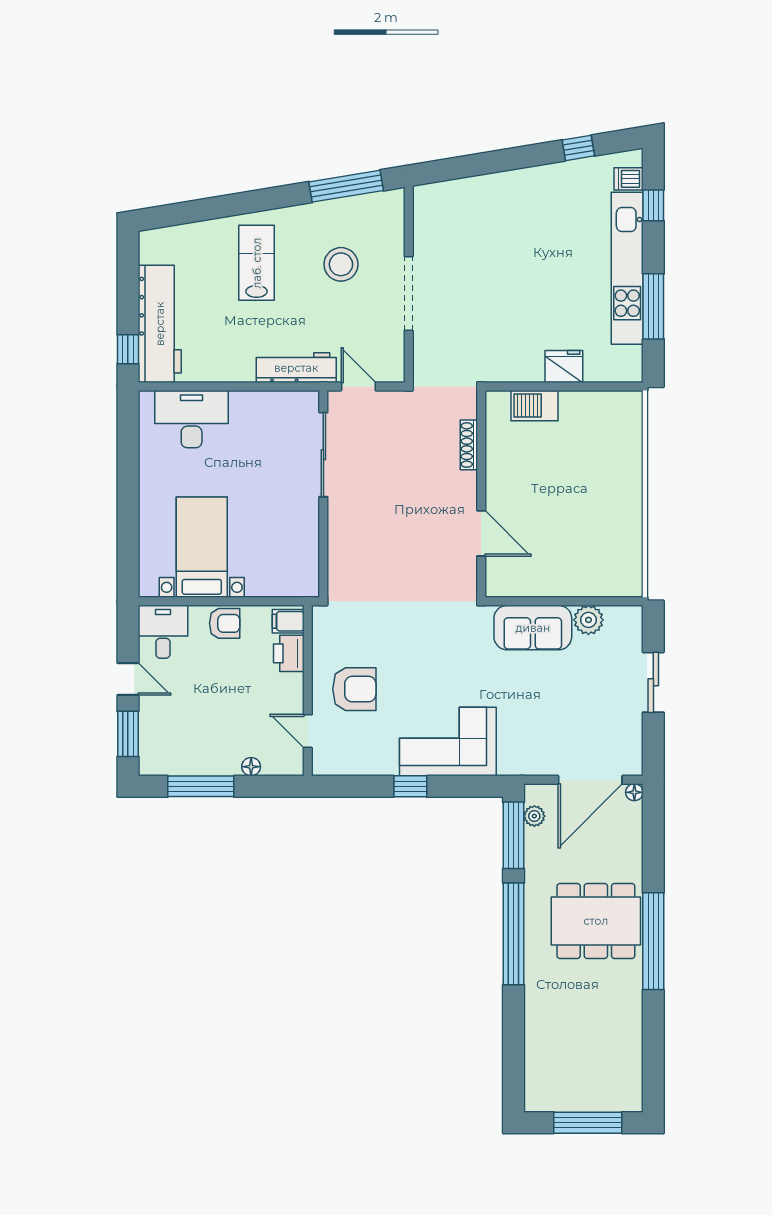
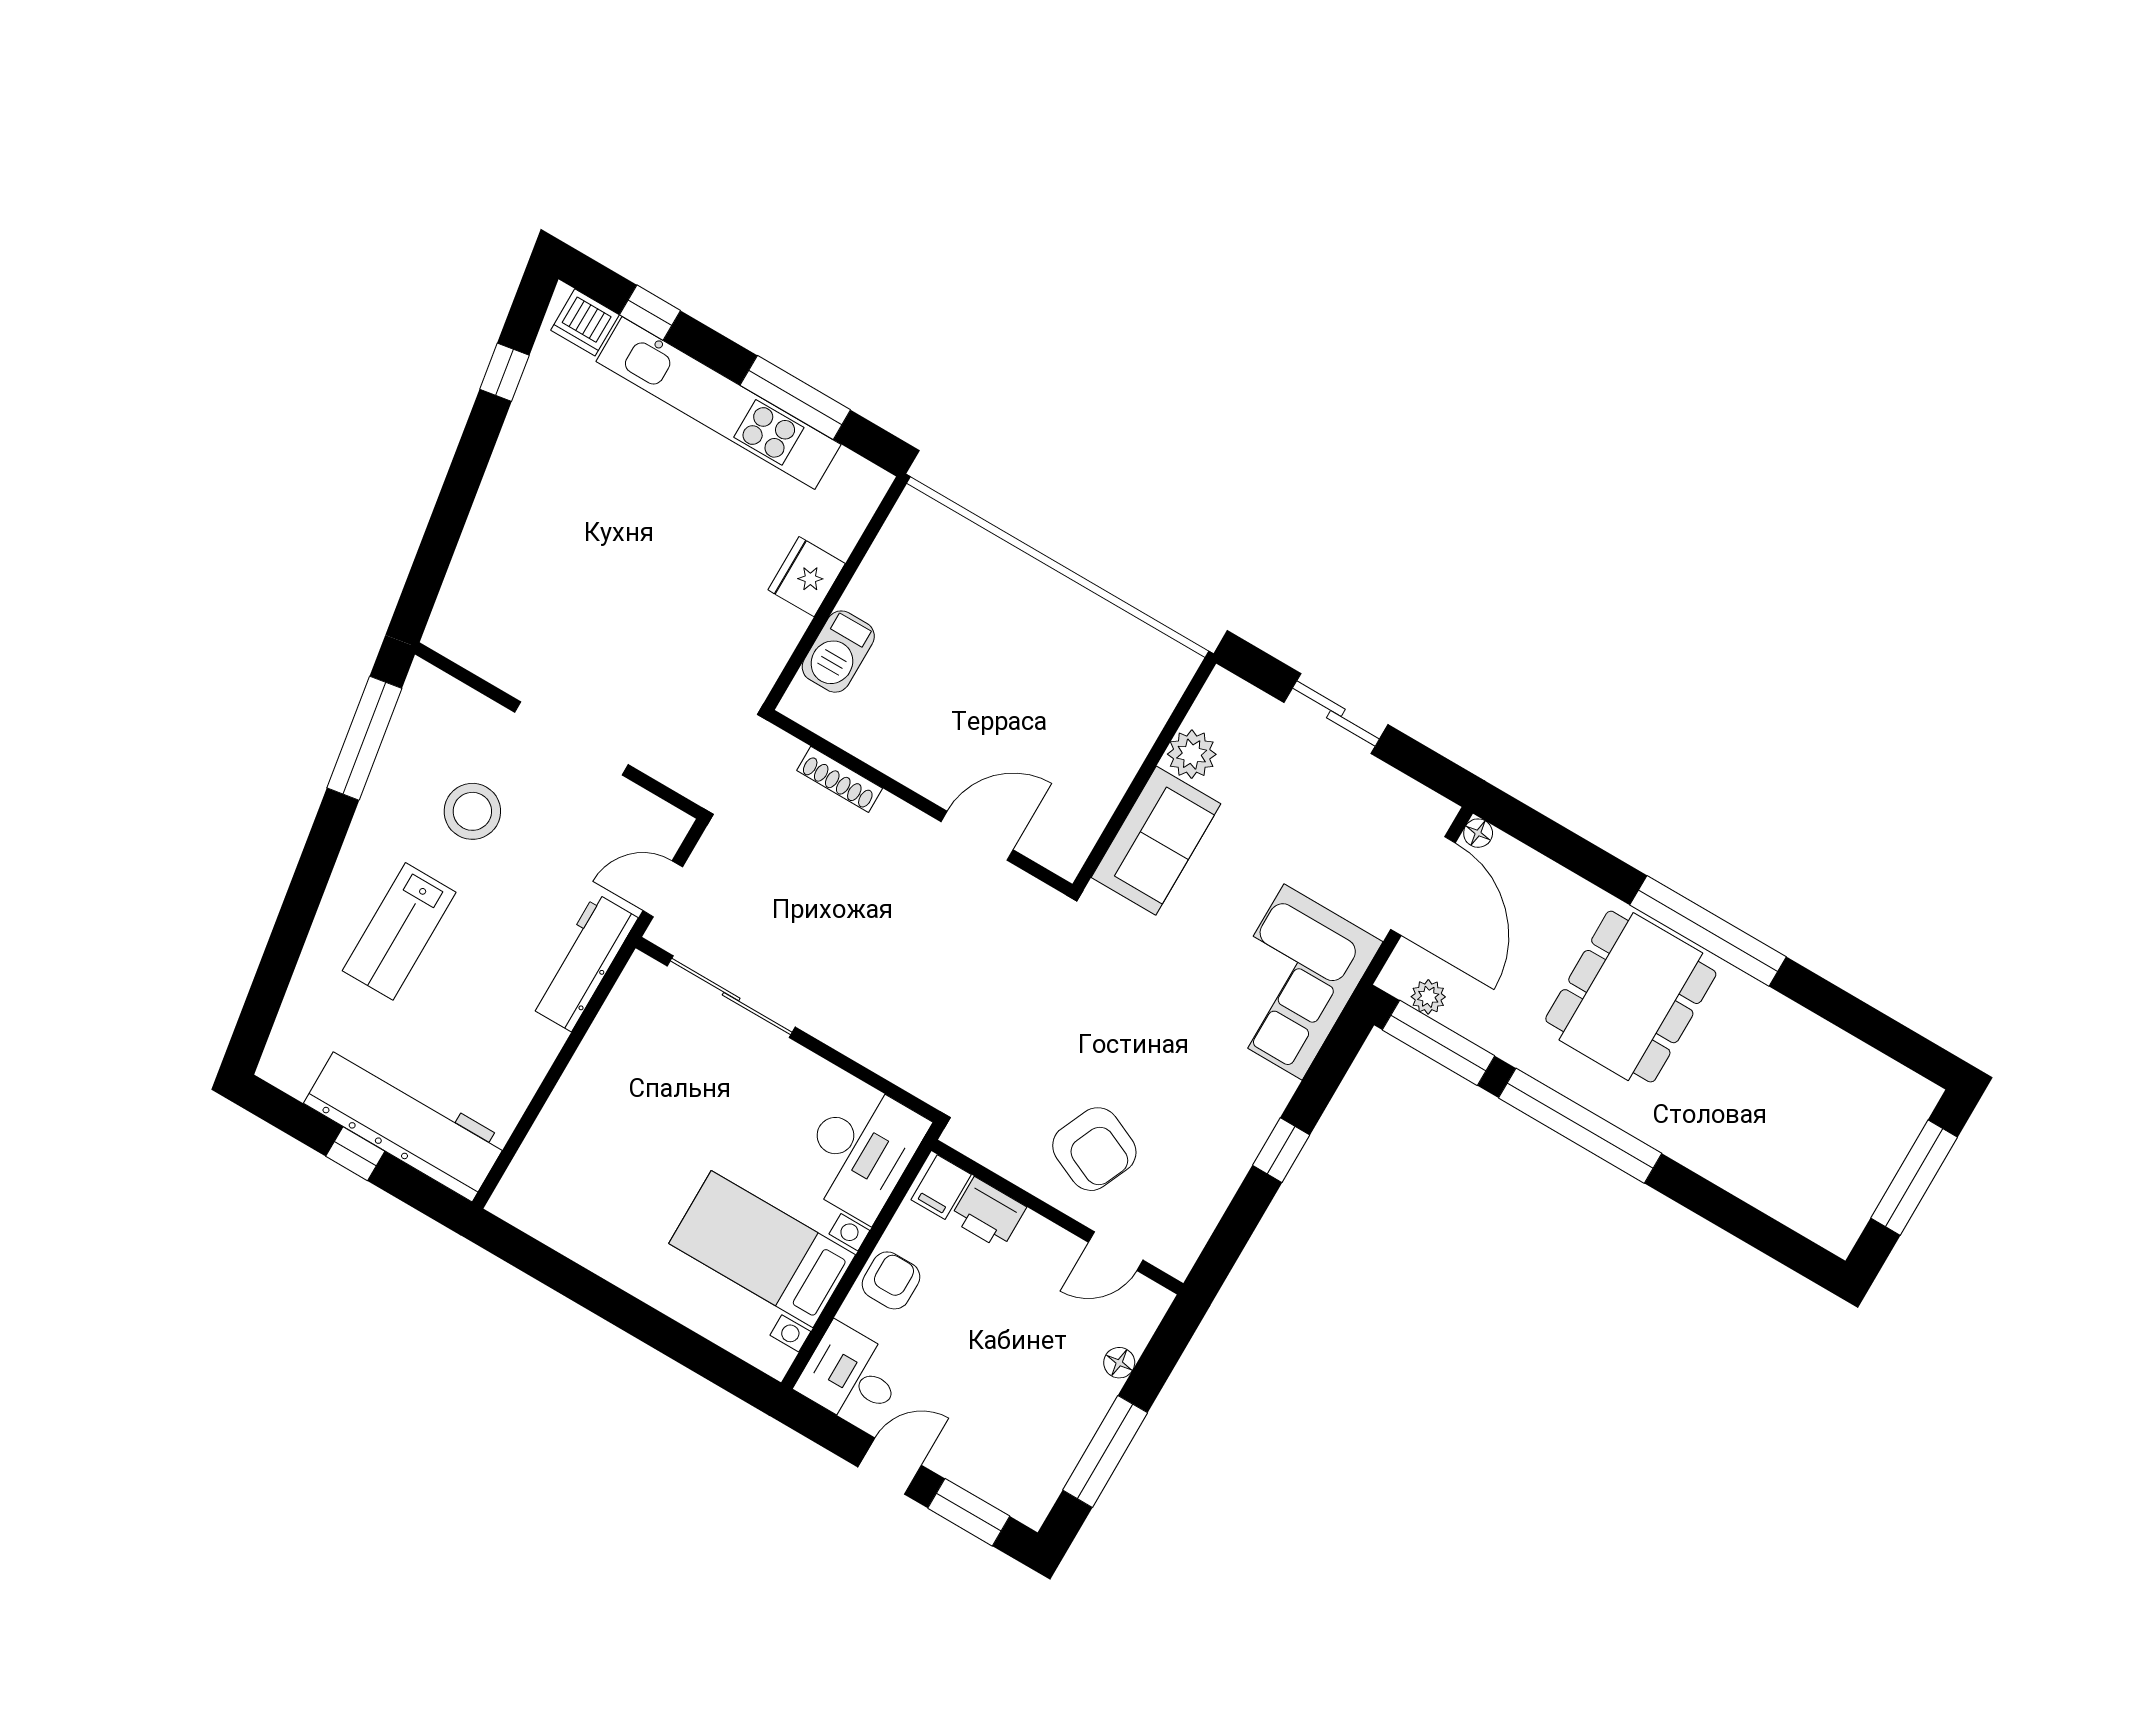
dishwasher: (628, 179) -> (585, 322), width x1.38
lab bench: (257, 263) -> (399, 931), turned -90
window: (128, 349) -> (355, 1154), moved
desk: (192, 419) -> (861, 1151), moved, turned 180
armchair: (354, 689) -> (1094, 1149), turned 114
corner sofa: (448, 741) -> (1293, 982), moved

